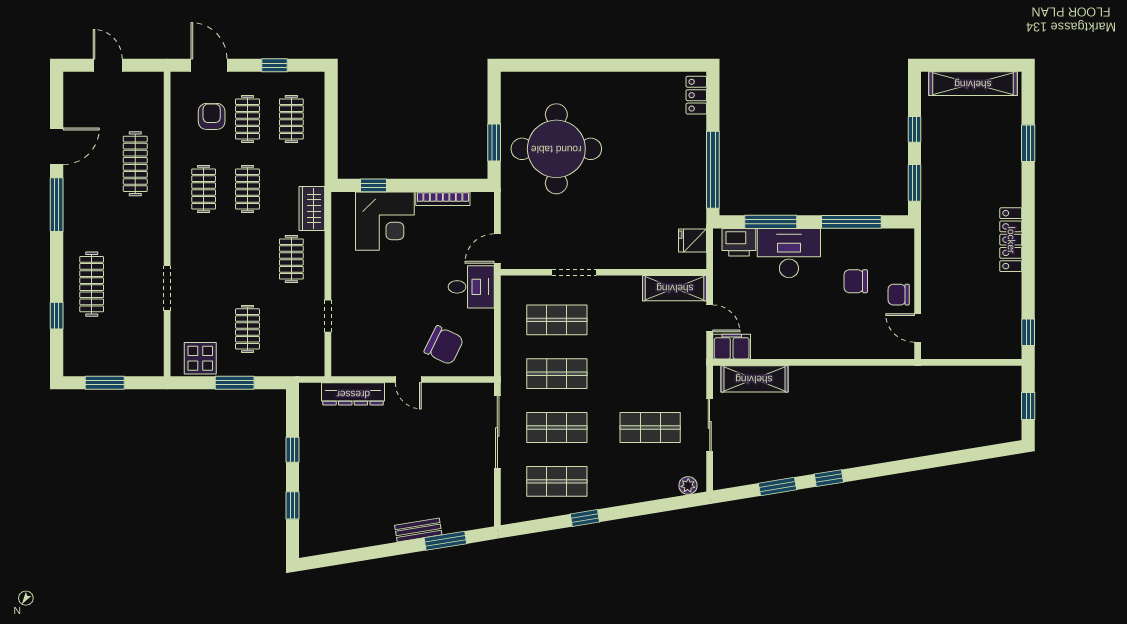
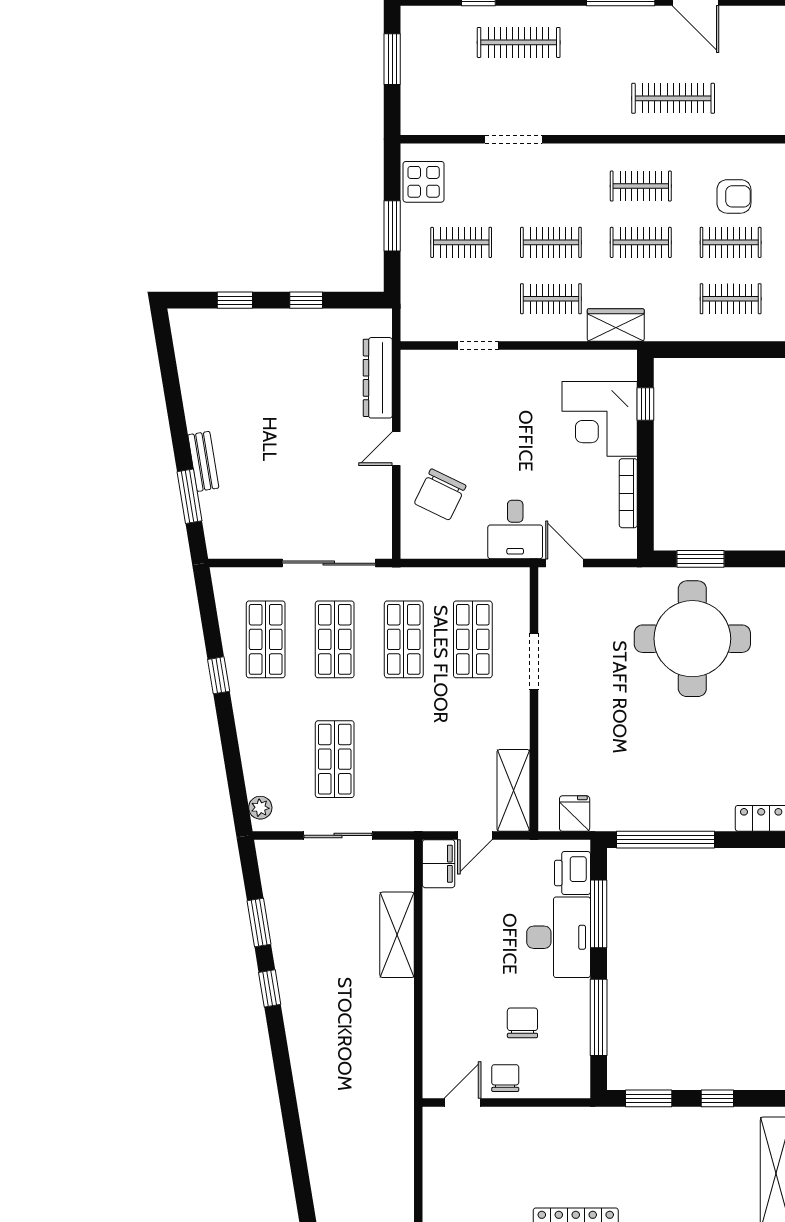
clothes rail: (247, 259) -> (551, 242), added
shelving: (754, 379) -> (397, 935), moved

